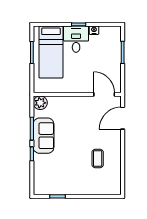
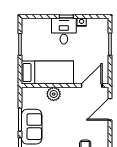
bed: (51, 52) -> (47, 73), moved, turned -90
door: (104, 94) -> (92, 86), hinge flipped
plant: (40, 103) -> (54, 94), moved

